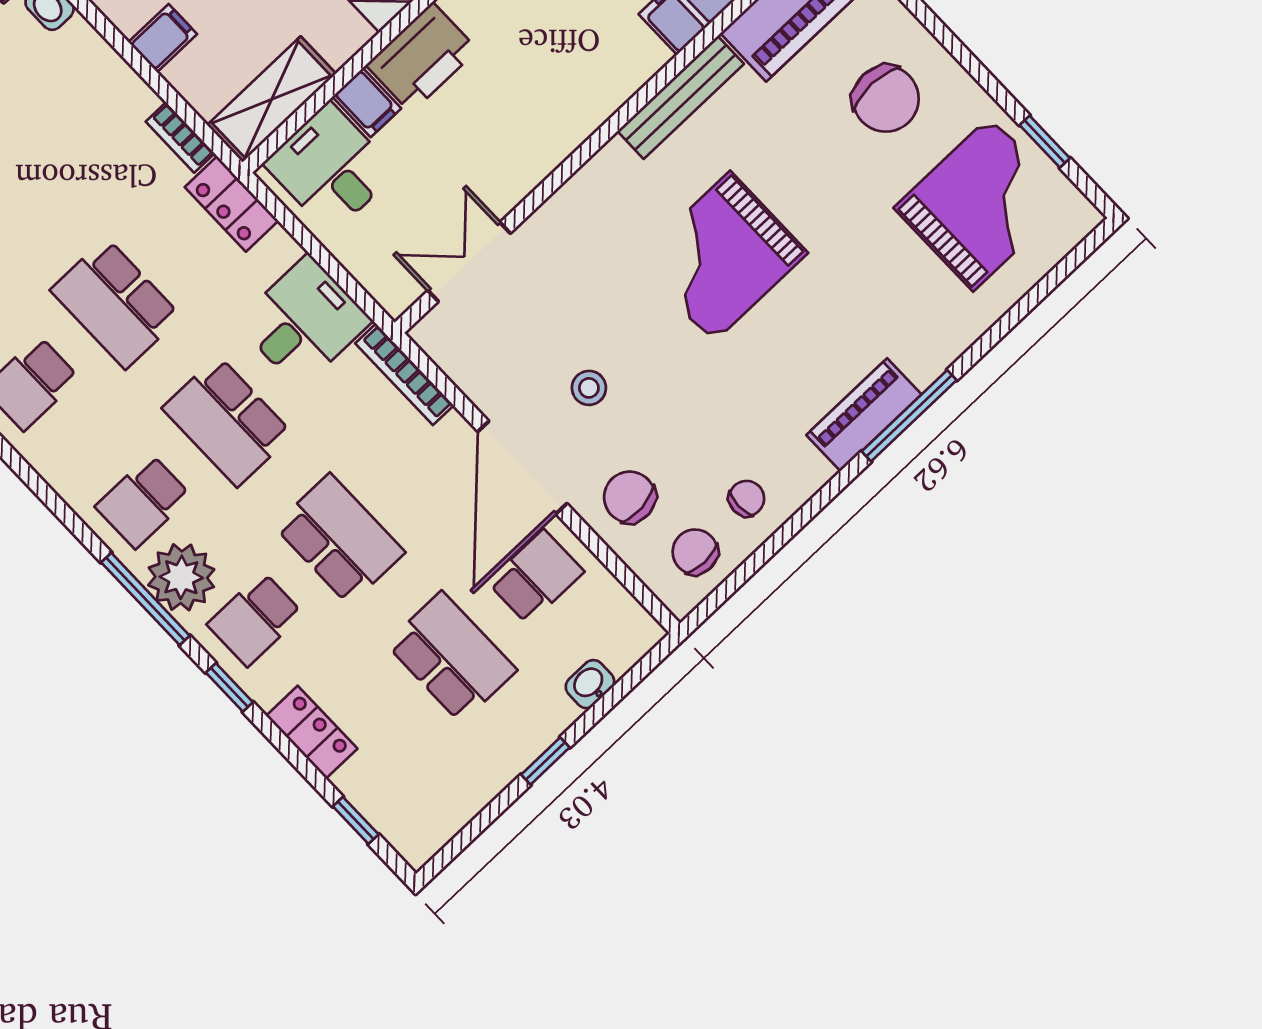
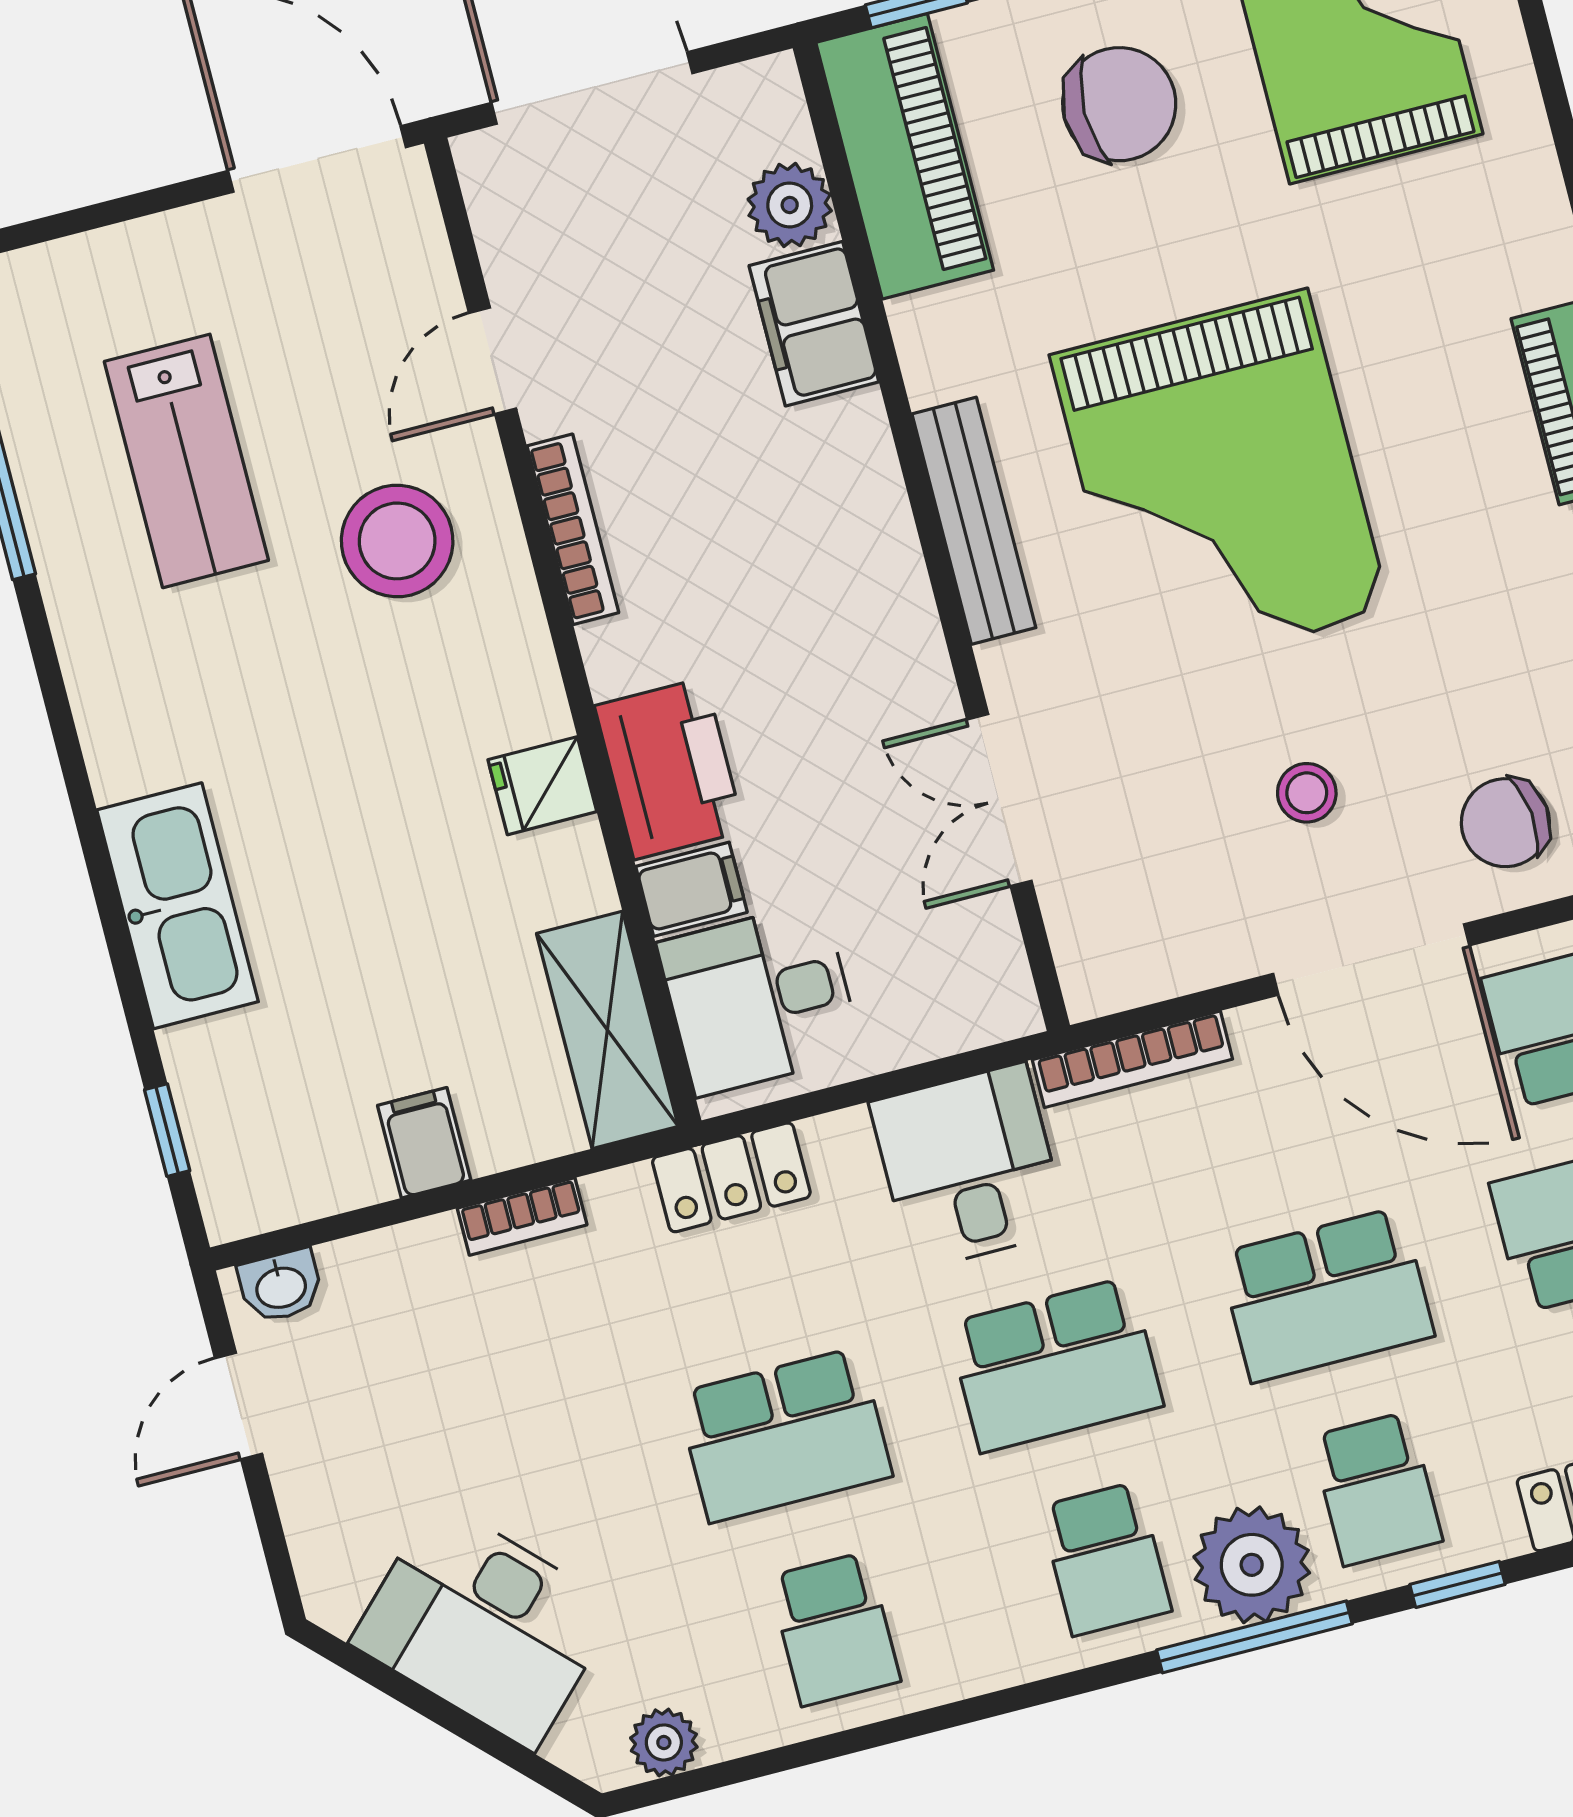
bench: (681, 97) -> (974, 521), moved
bookcase: (180, 137) -> (522, 1217), moved
grand piano: (722, 257) -> (1220, 483), width x1.37, depth x1.48
double door: (469, 262) -> (999, 800), moved
school desk: (339, 539) -> (1326, 1295), turned 180

